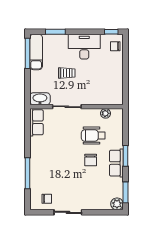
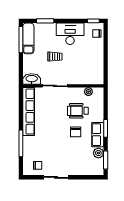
row of seats: (36, 122) -> (29, 111), width x2.02
plant: (117, 204) -> (98, 153), moved

